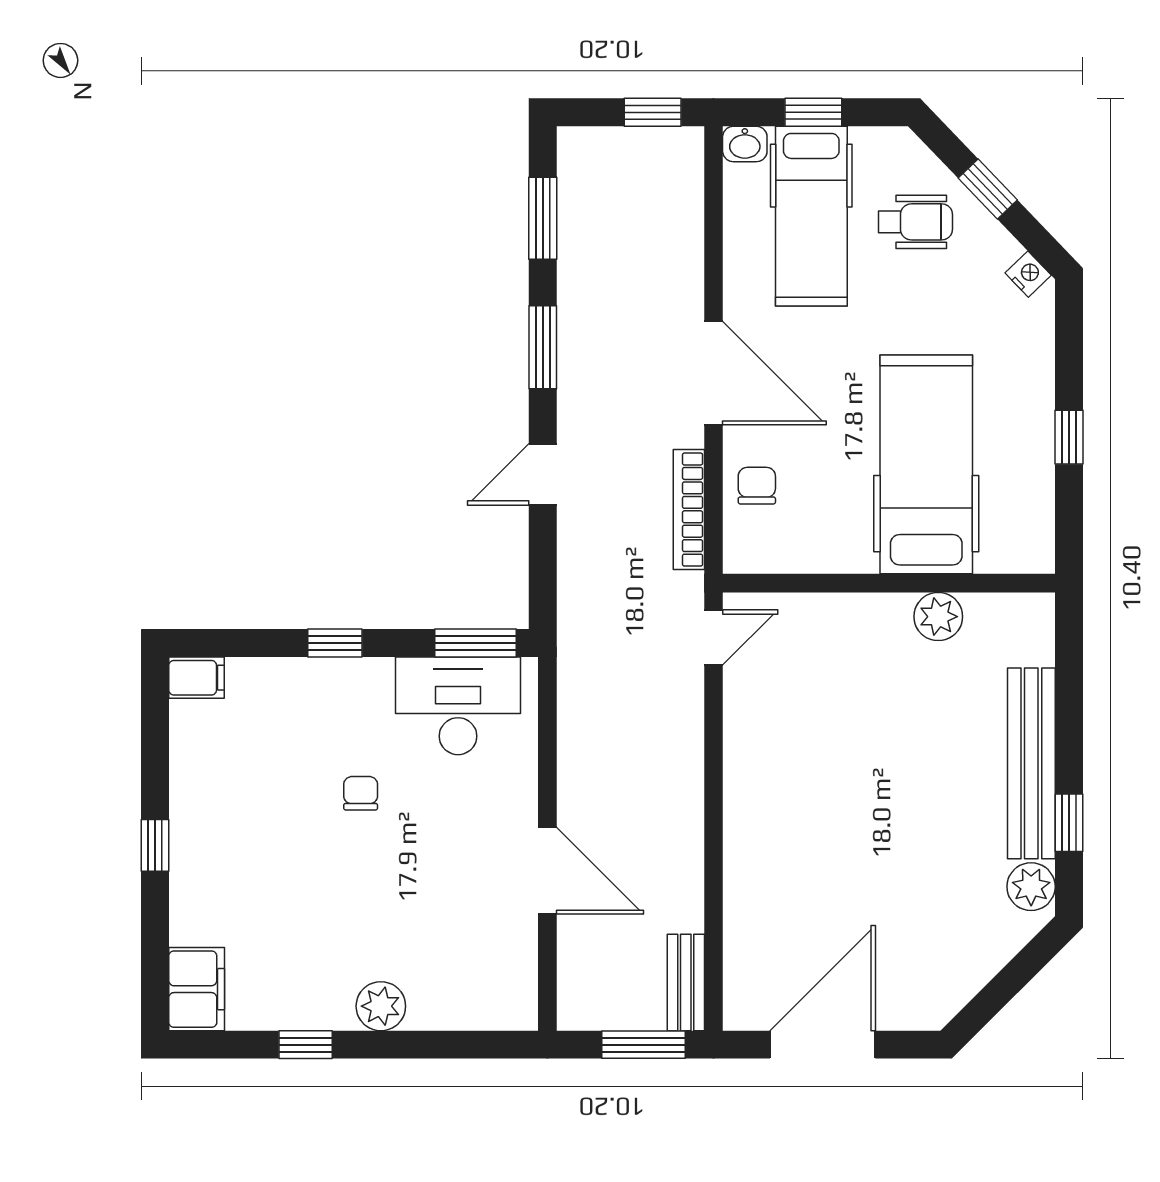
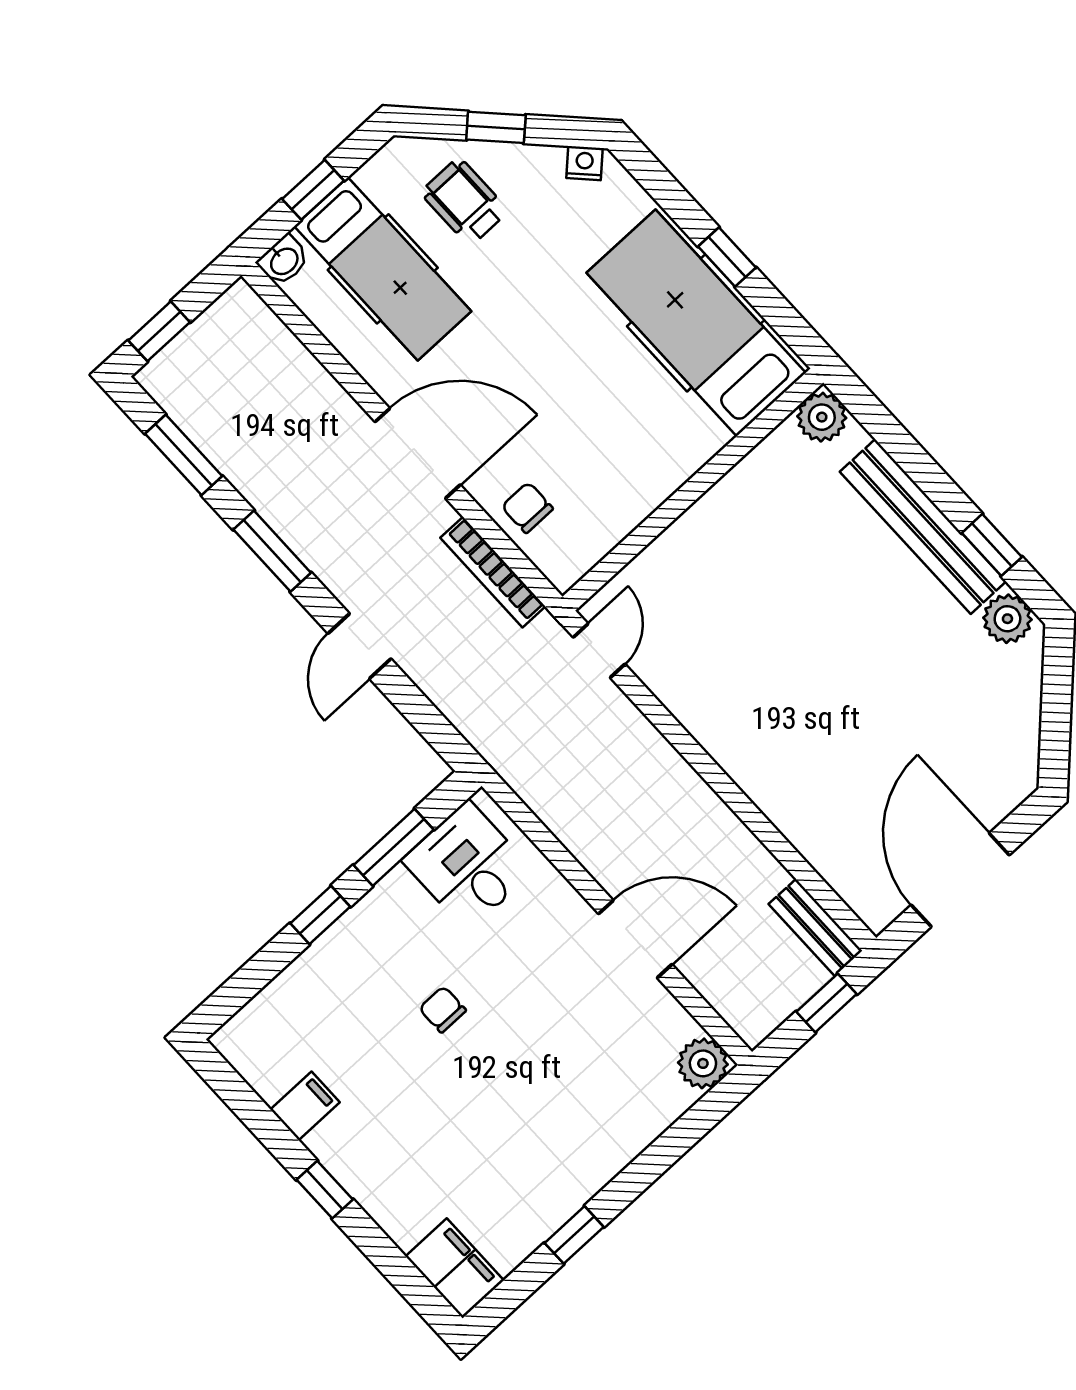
window: (653, 112) -> (159, 331), moved
wheelchair: (915, 222) -> (464, 202), turned -90
hospital bed: (926, 464) -> (696, 323), moved
plant: (938, 617) -> (822, 417), moved
window: (475, 643) -> (394, 847), moved
filing cabinet: (197, 678) -> (305, 1106), moved
desk: (458, 706) -> (468, 866), width x0.73
plant: (381, 1006) -> (703, 1063), moved
window: (644, 1045) -> (827, 1003), width x0.67

